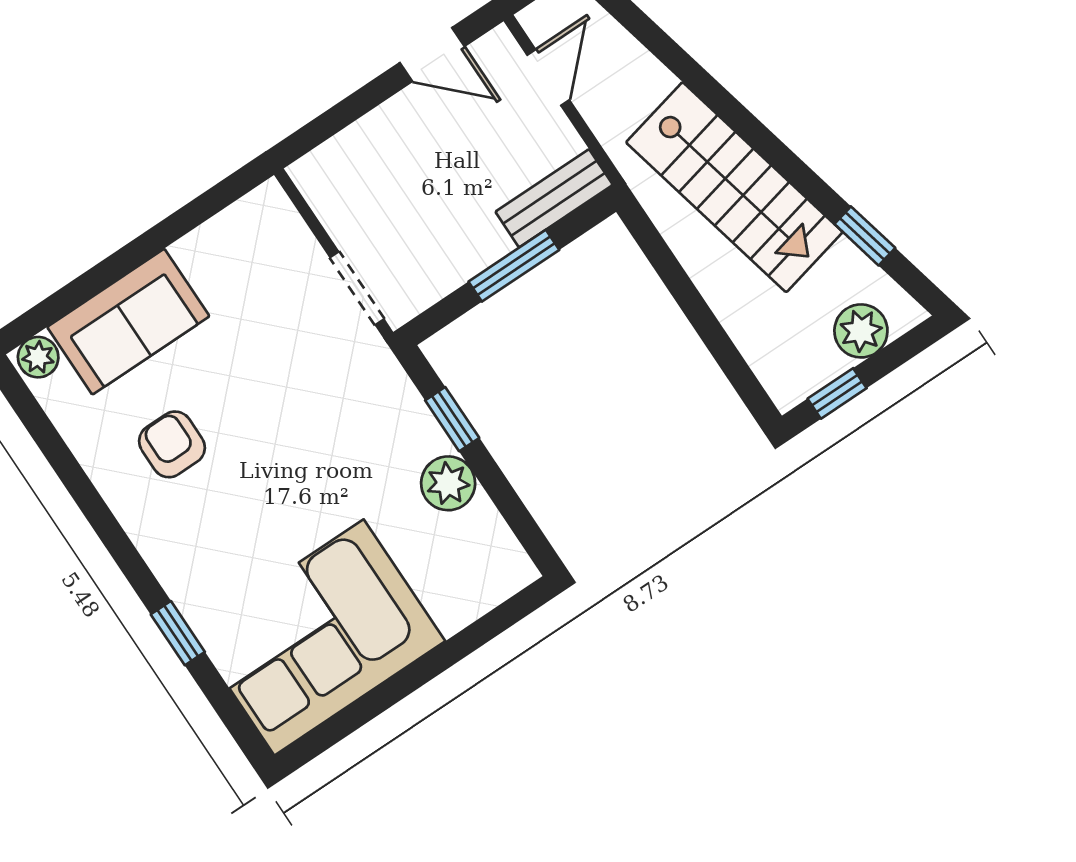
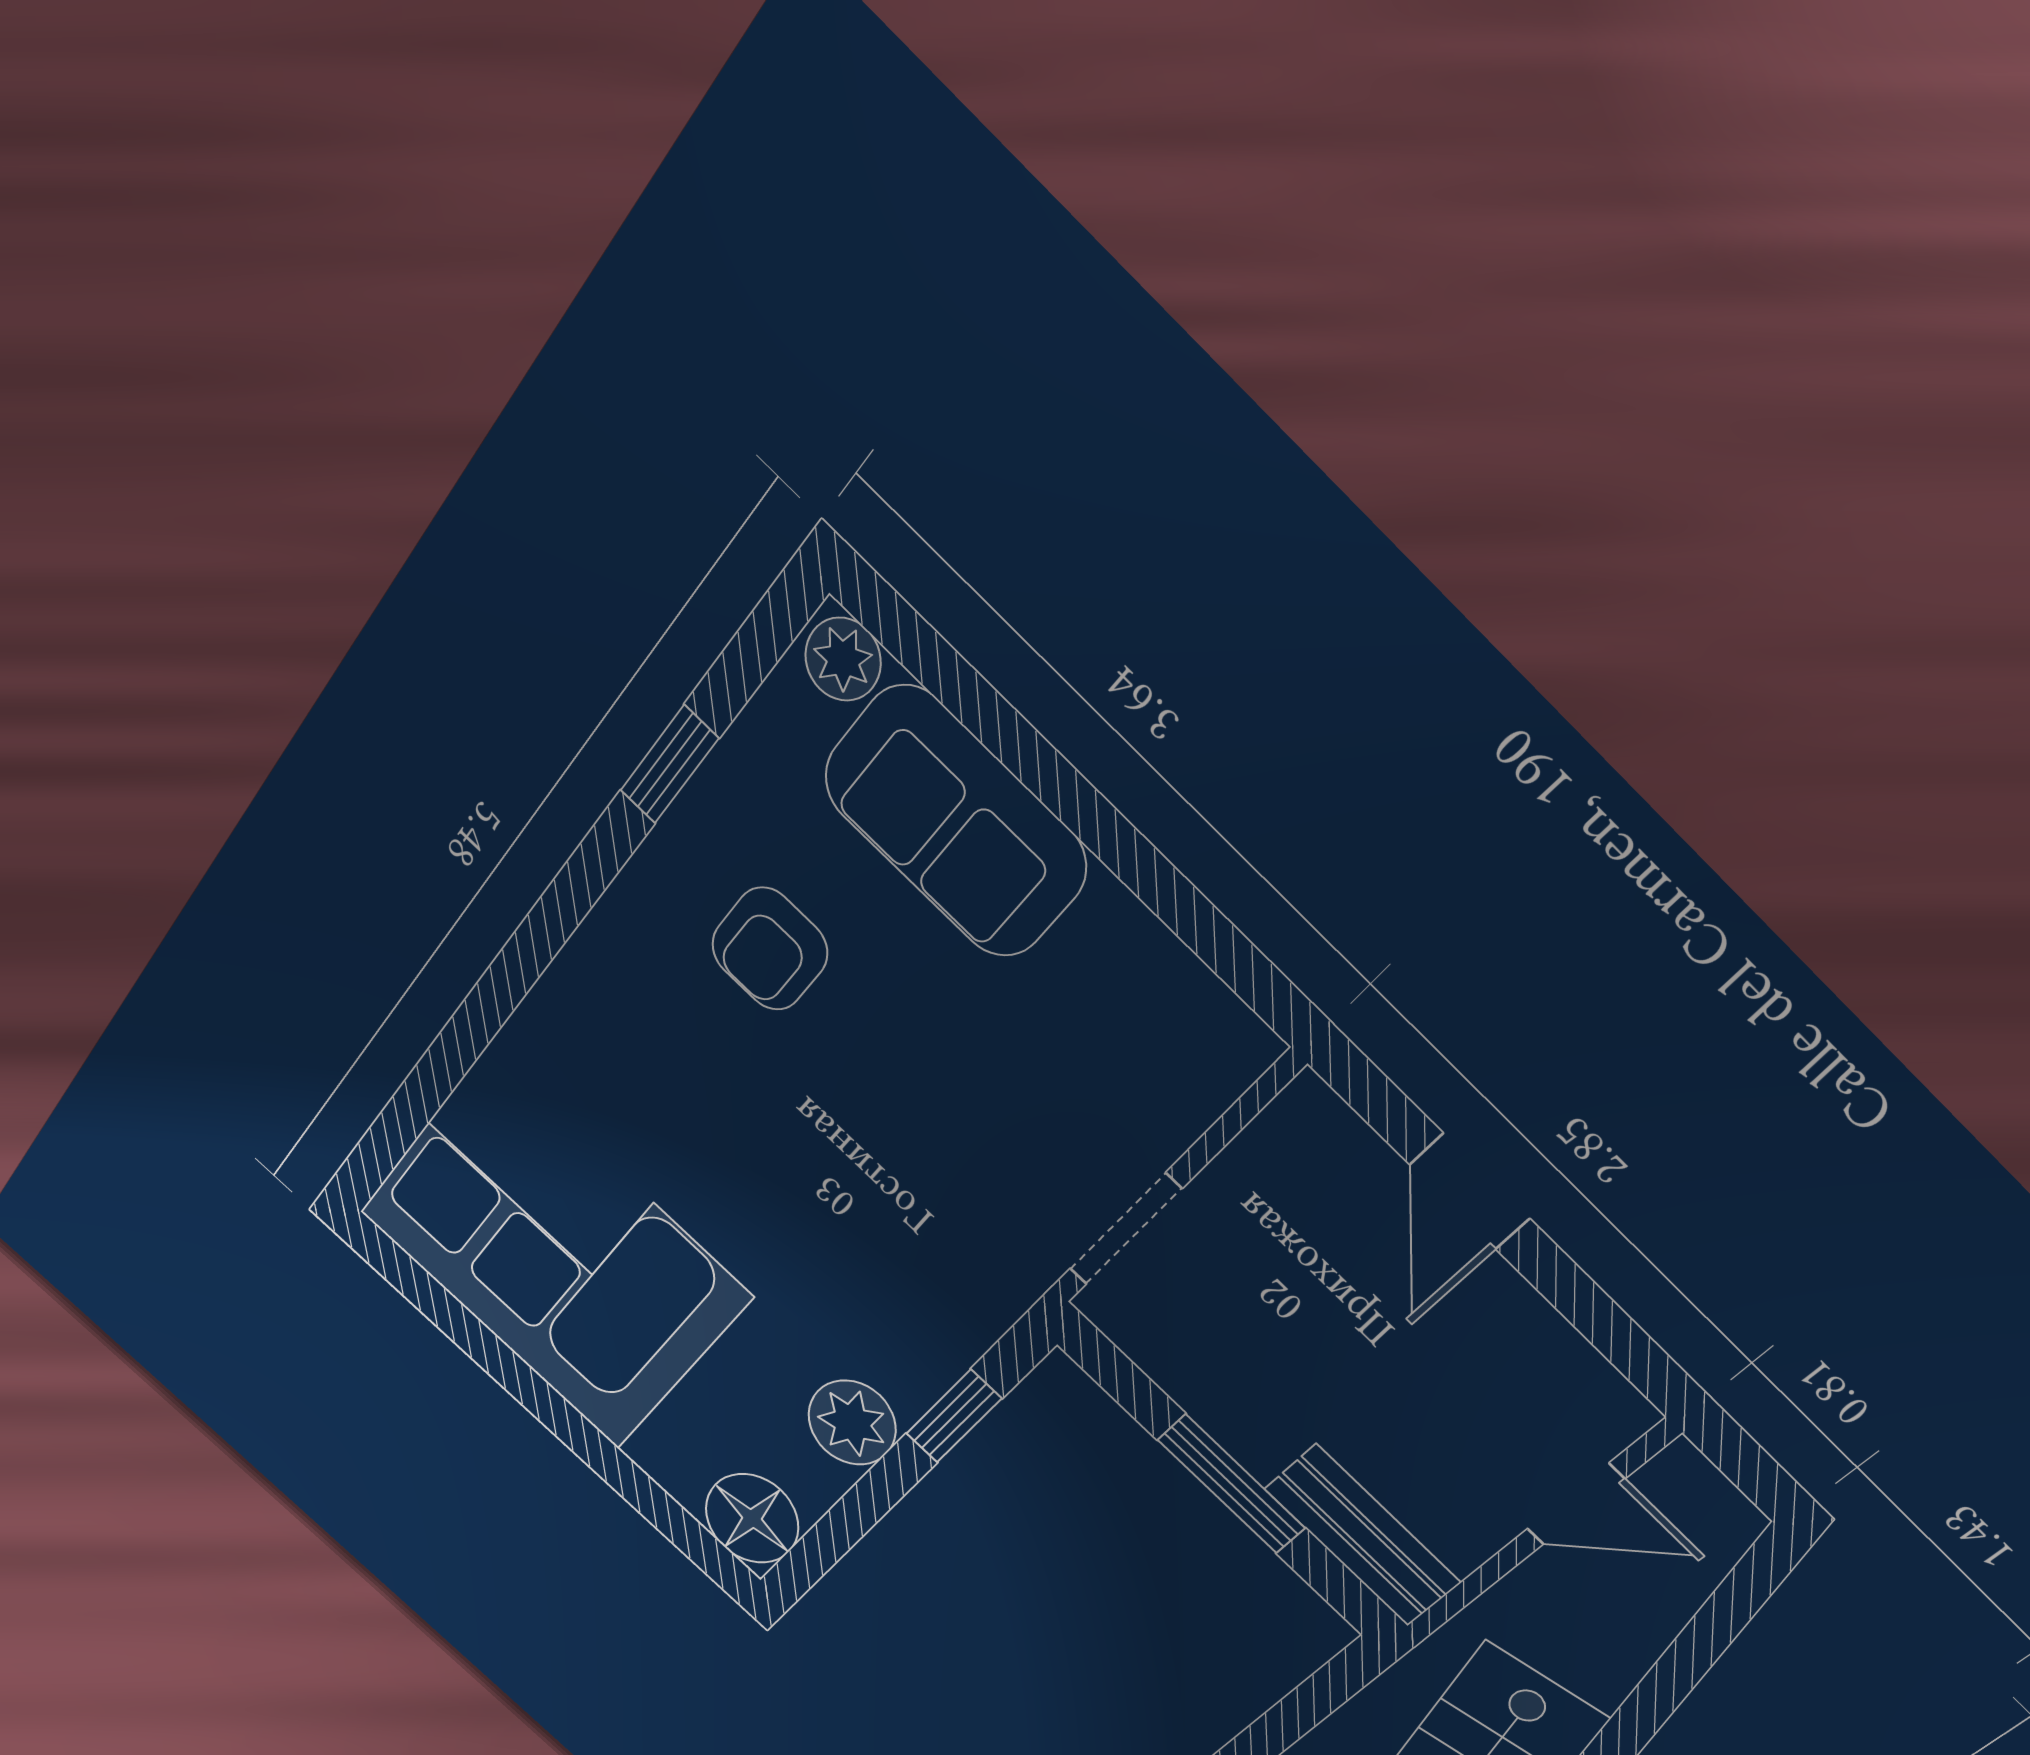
door: (432, 54) -> (1470, 1192), moved
armchair: (172, 444) -> (770, 949), turned 180
floor lamp: (501, 568) -> (752, 1518), added
window: (178, 633) -> (669, 764), moved

